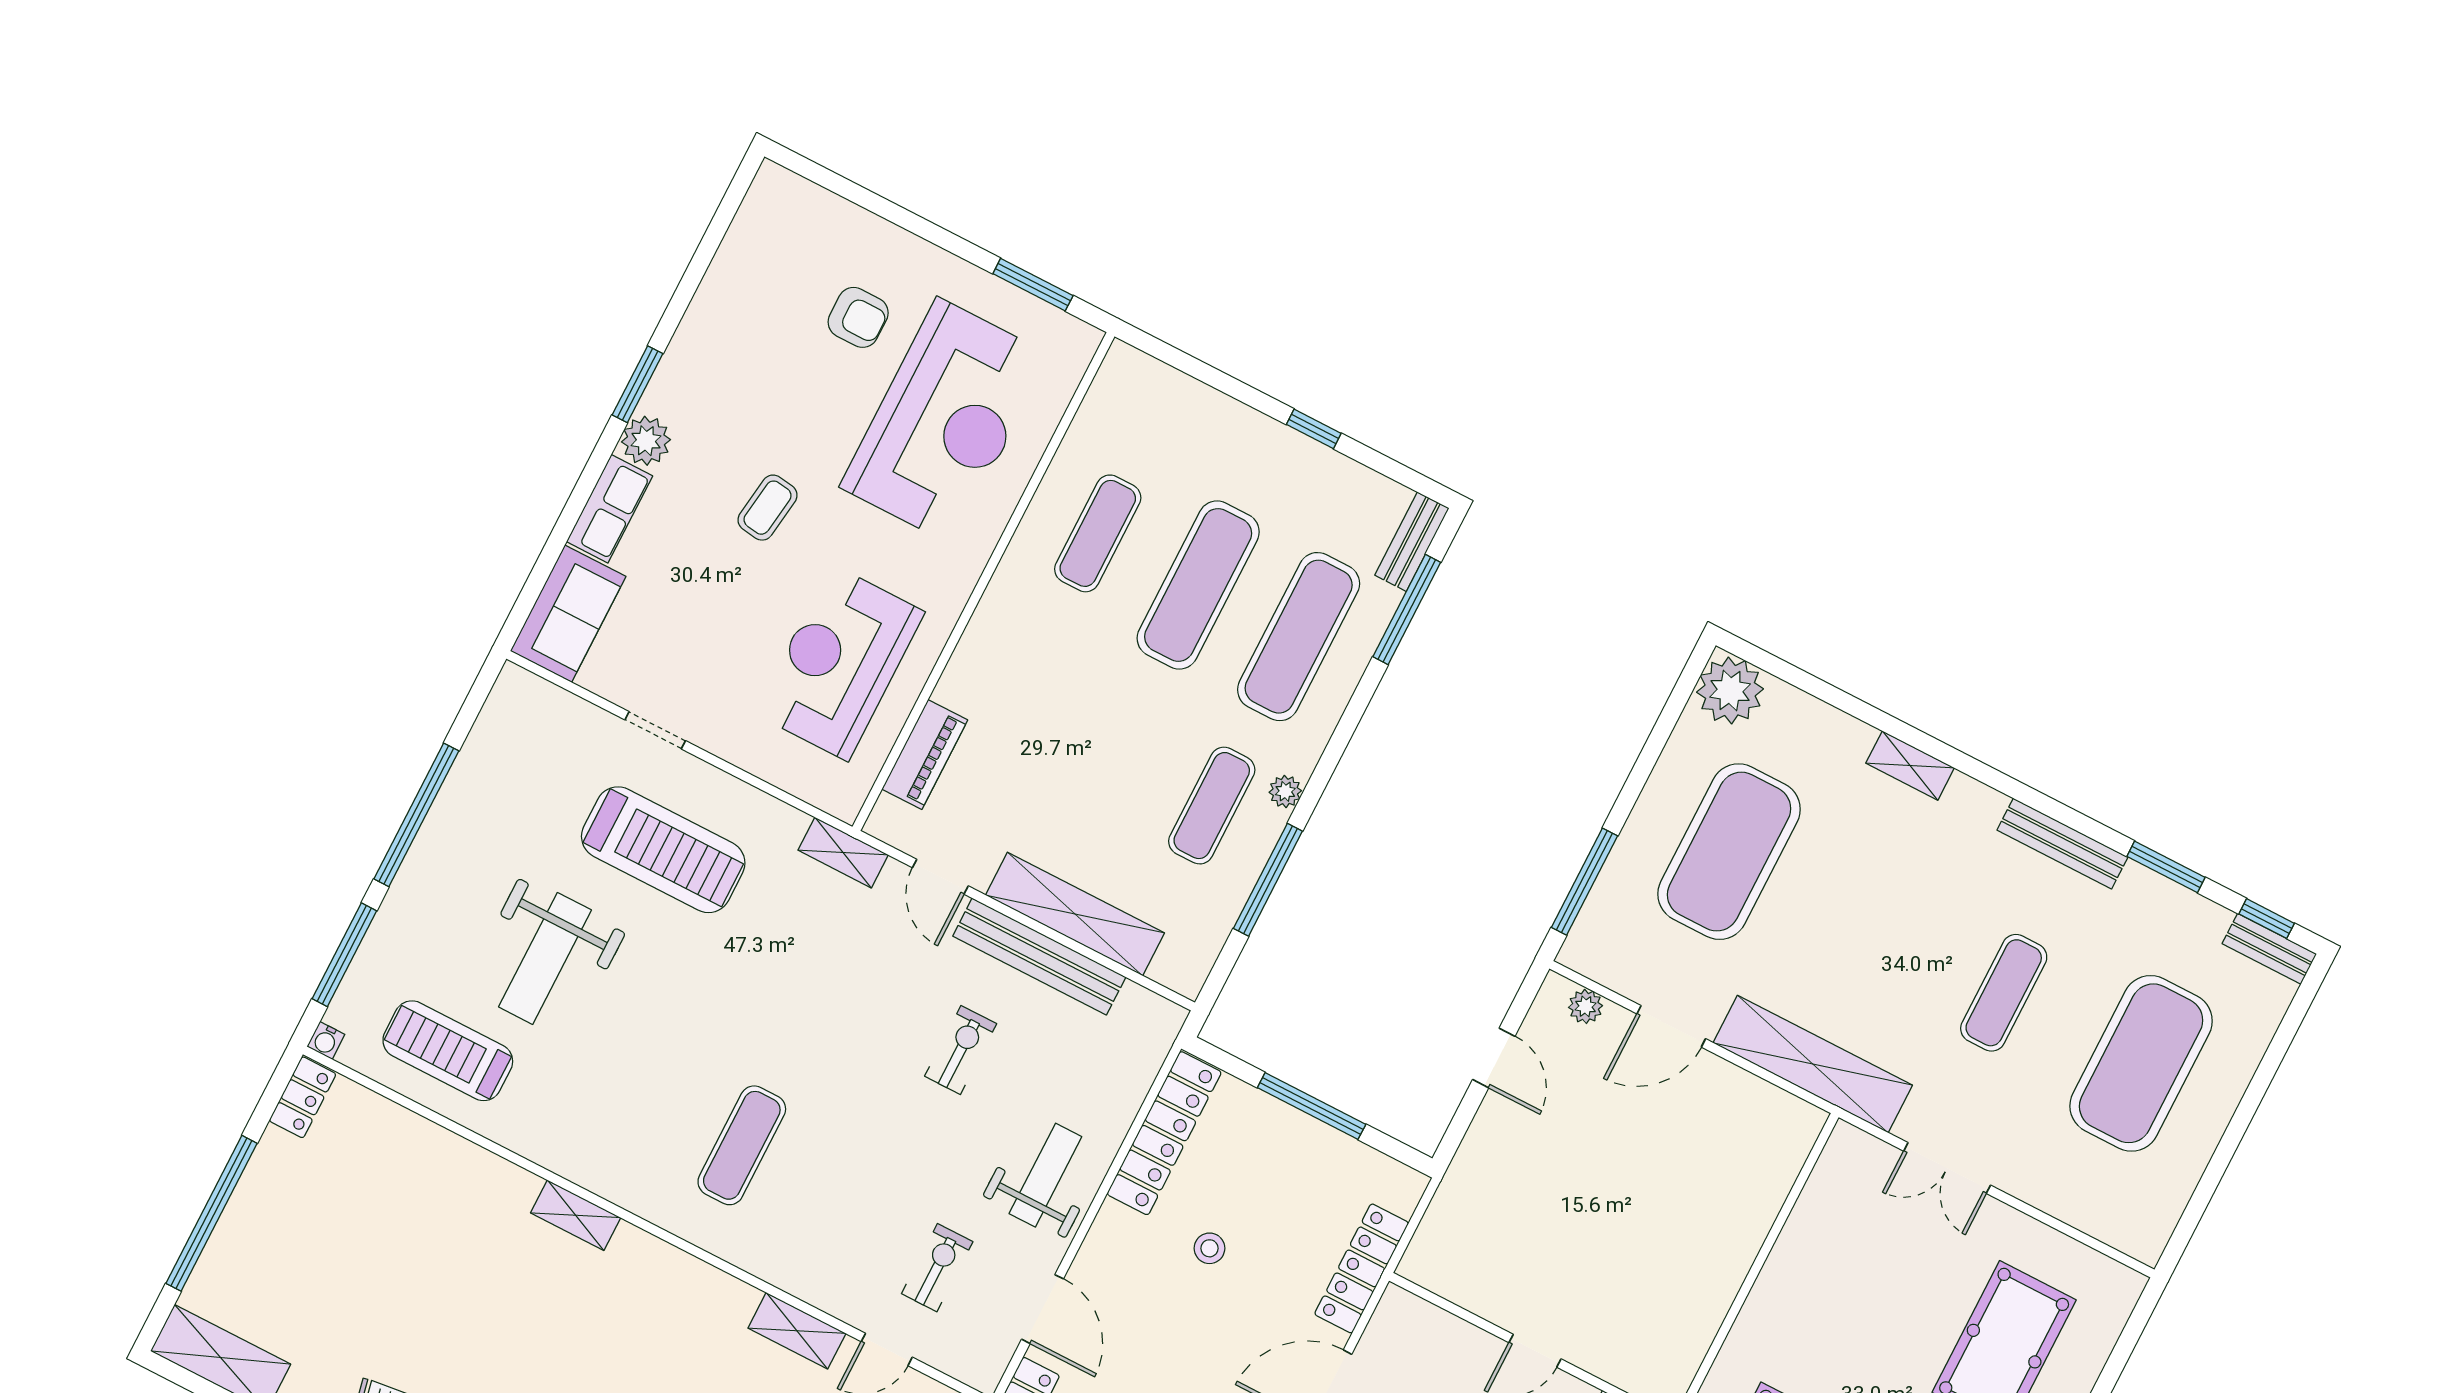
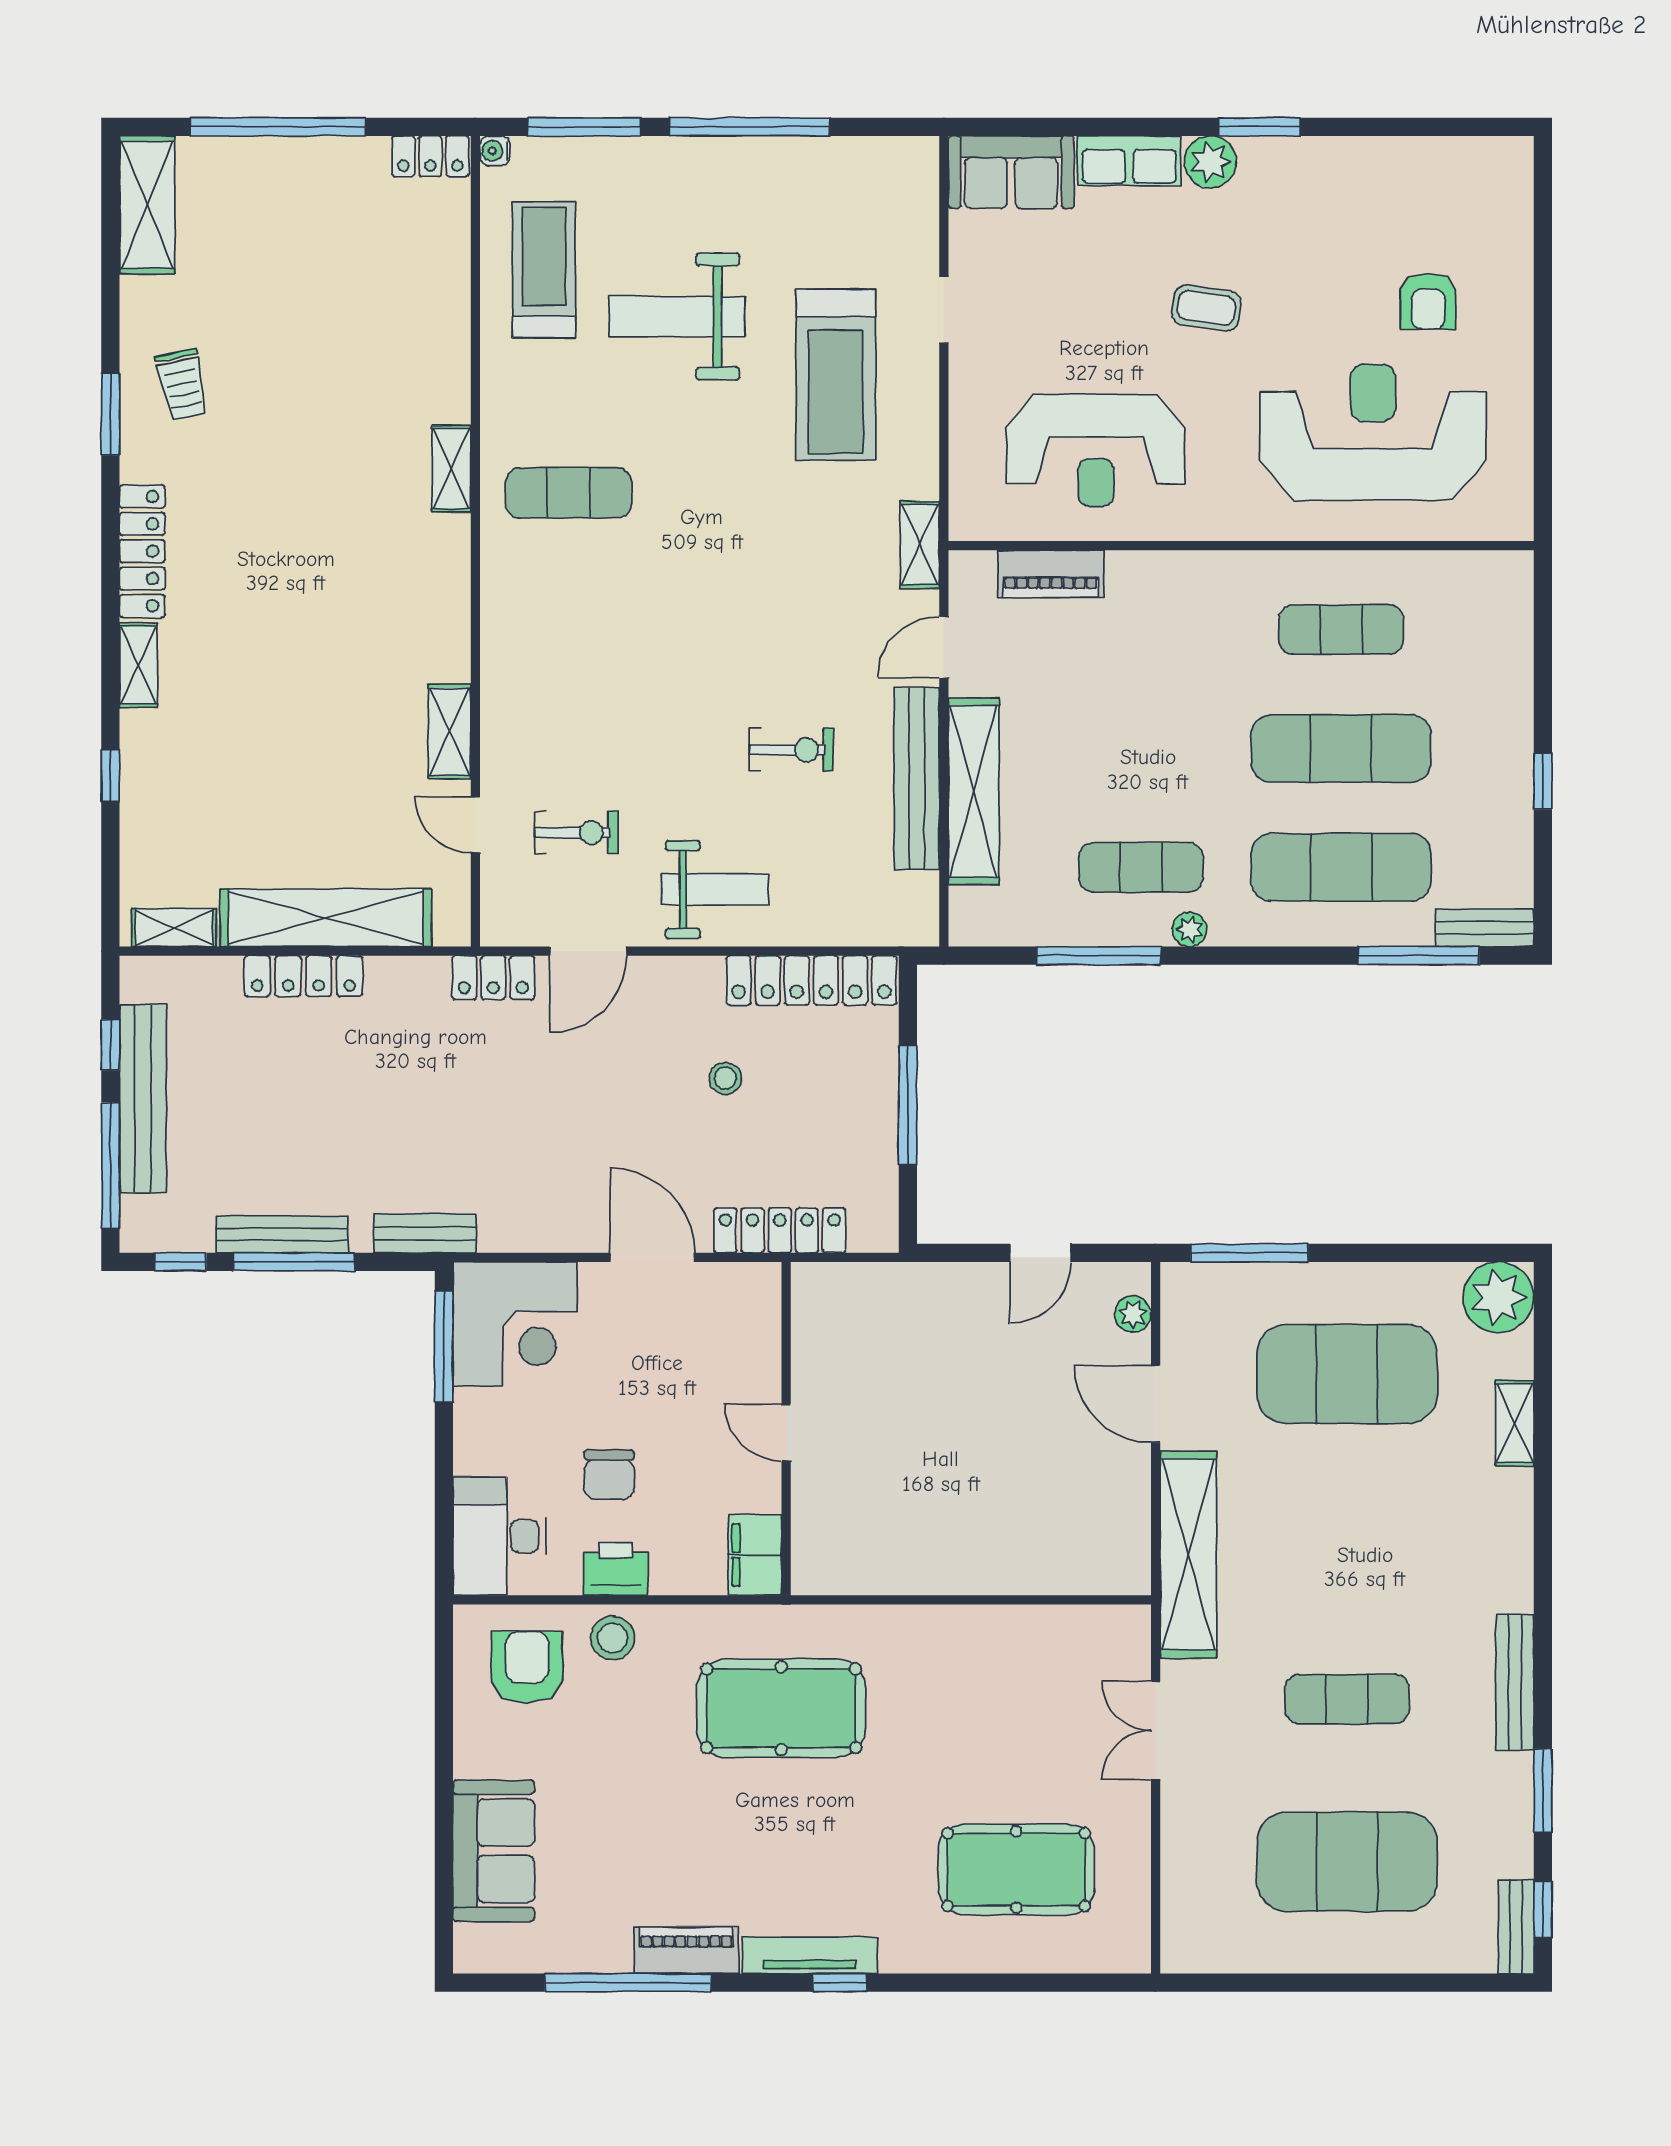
window: (1033, 285) -> (1543, 449), removed
reception desk: (945, 421) -> (1373, 432), turned 180
reception desk: (840, 663) -> (1096, 450), turned 180
shelving: (1910, 766) -> (1515, 1423), moved
exercise mat: (742, 1145) -> (569, 493), moved

